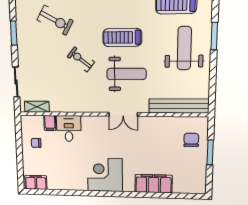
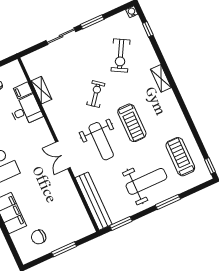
treadmill: (122, 37) -> (132, 123), turned 180
sliding door: (16, 82) -> (61, 36), moved
window: (212, 90) -> (121, 223), added
shelving: (37, 107) -> (41, 90), moved
chair: (191, 140) -> (39, 237), moved, turned 180

